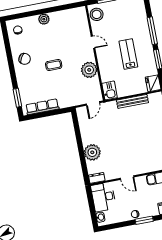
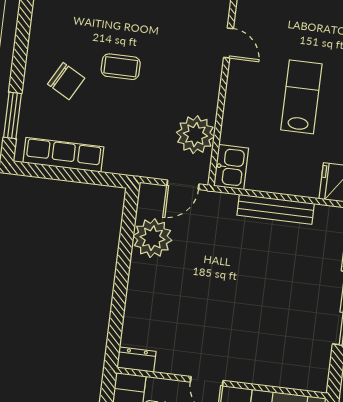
chair: (25, 59) -> (66, 81), moved
plant: (89, 70) -> (195, 135), moved
plant: (92, 152) -> (152, 238), moved

